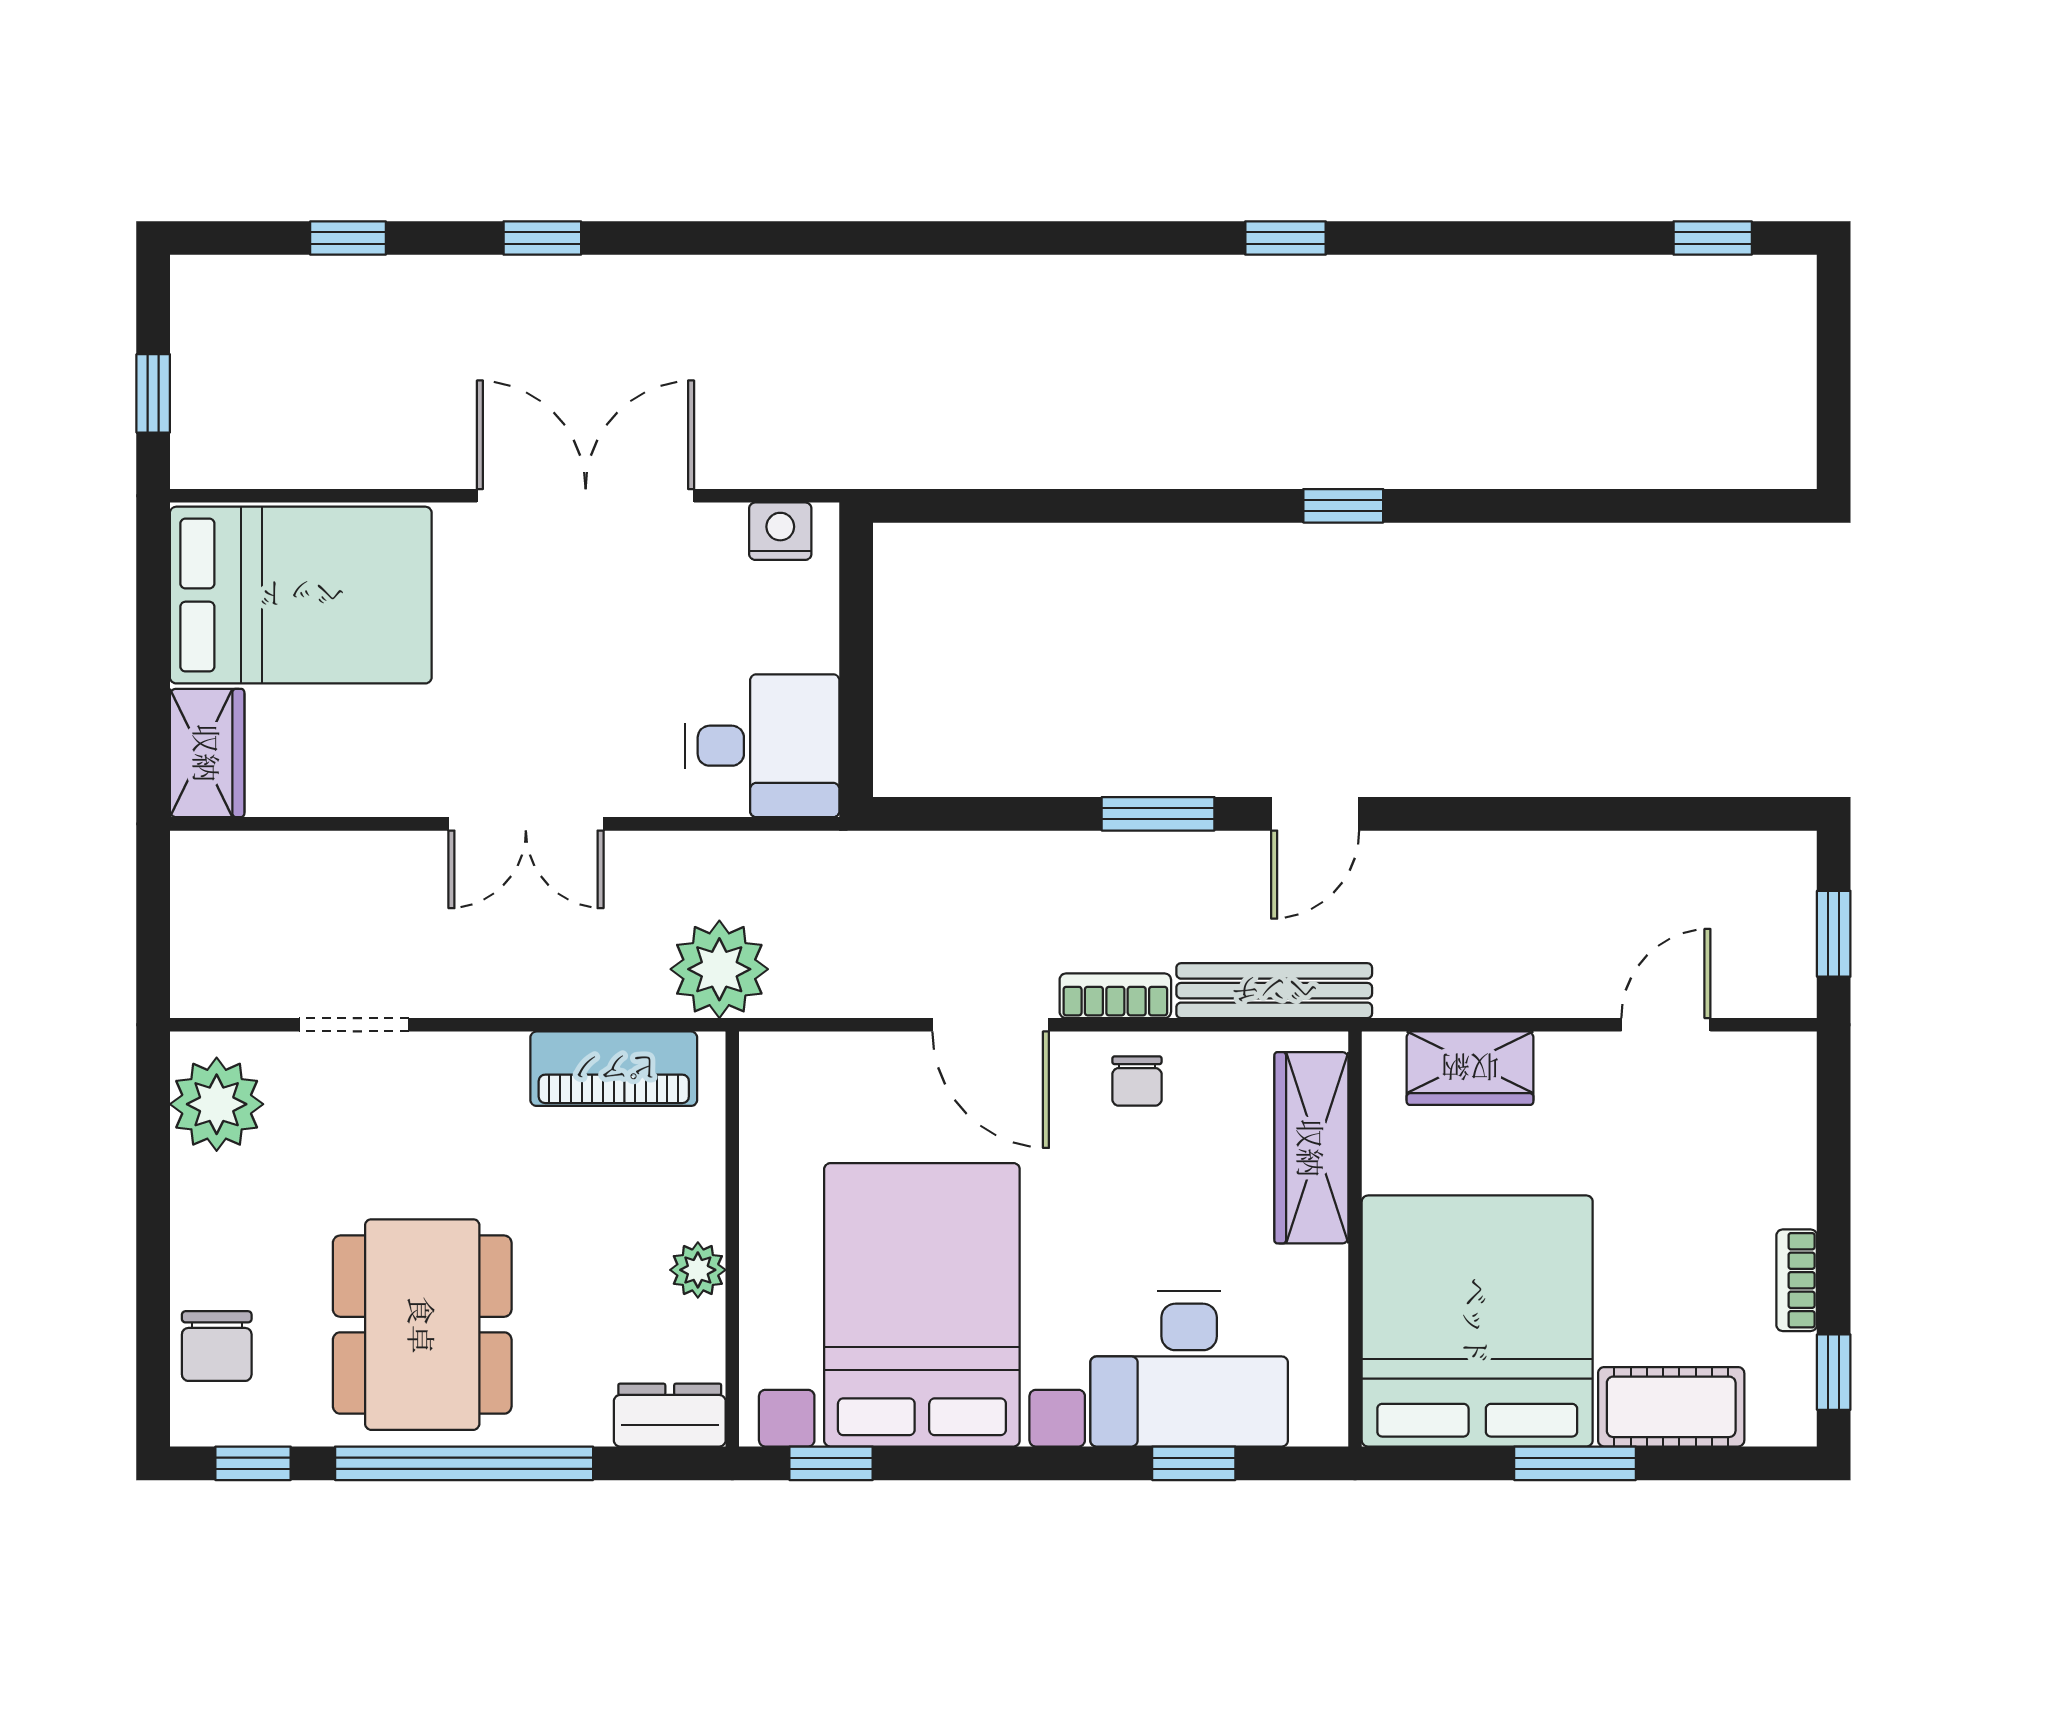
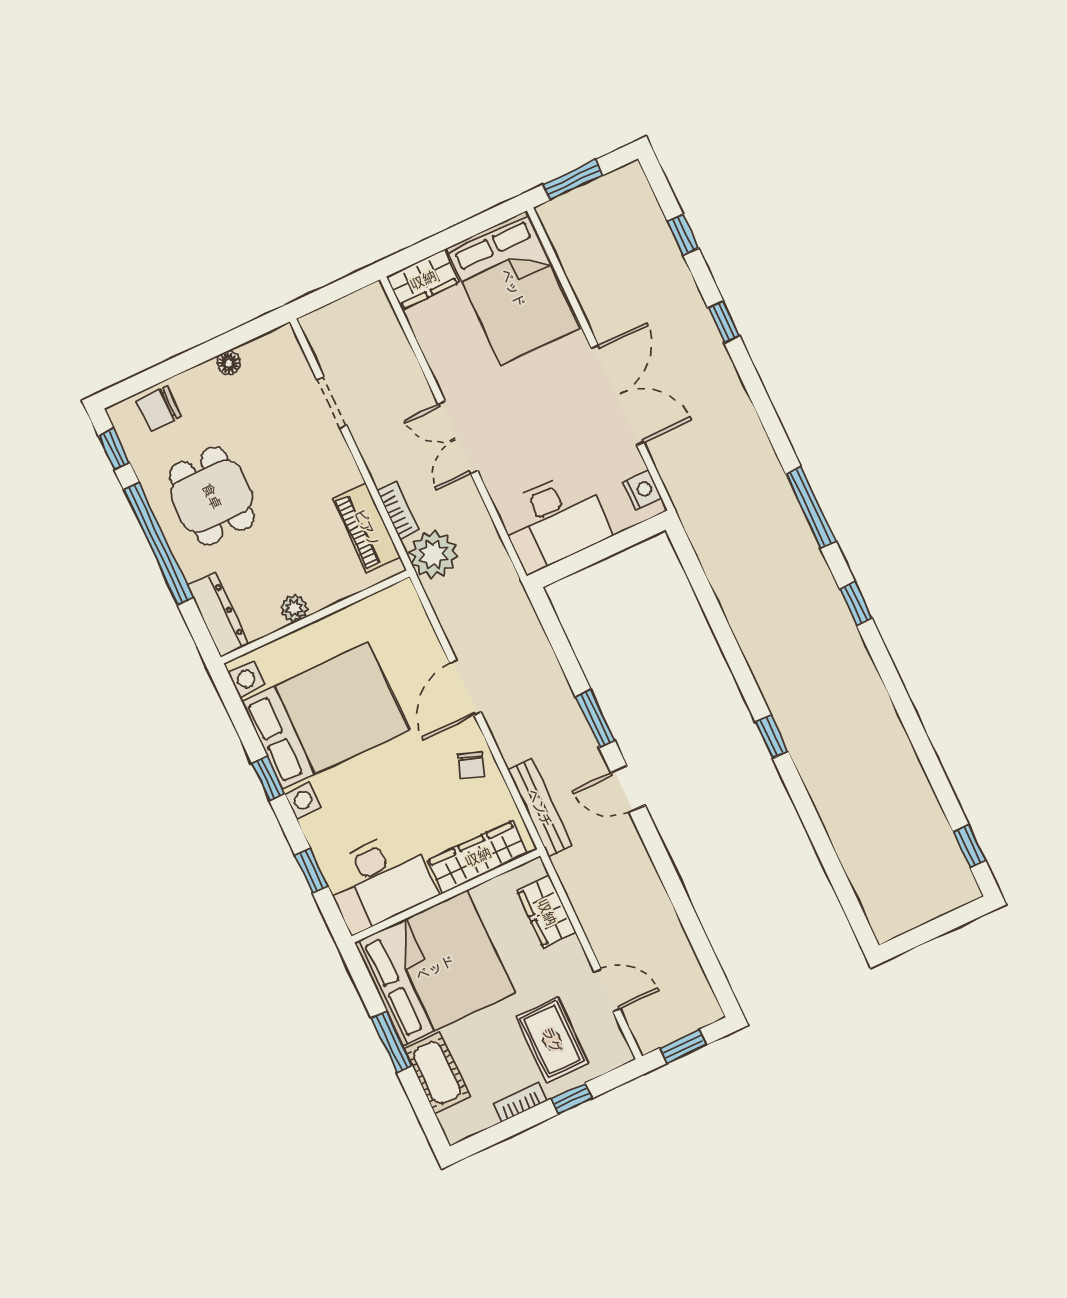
window: (958, 238) -> (811, 508), added
window: (1285, 238) -> (856, 603), moved
window: (153, 393) -> (572, 180), width x1.50
desk: (762, 746) -> (554, 521), width x1.37
bookcase: (1115, 996) -> (398, 511), moved
chair: (1137, 1081) -> (471, 765), turned -70
plant: (217, 1104) -> (267, 358), removed
rug: (1709, 1168) -> (552, 1040), added
floor lamp: (193, 1180) -> (229, 363), added
dining table: (422, 1325) -> (212, 496), width x0.73
desk: (1189, 1369) -> (379, 881), moved, turned -90
window: (1834, 1372) -> (572, 1099), moved
dresser: (670, 1415) -> (218, 615), width x1.44
window: (831, 1463) -> (268, 779), moved

